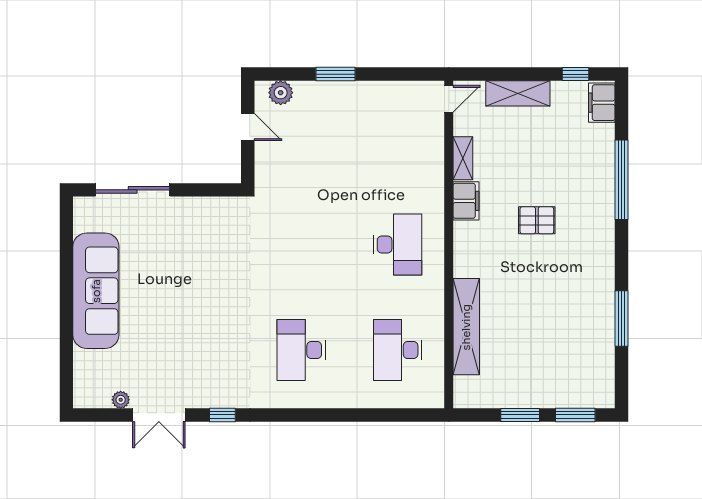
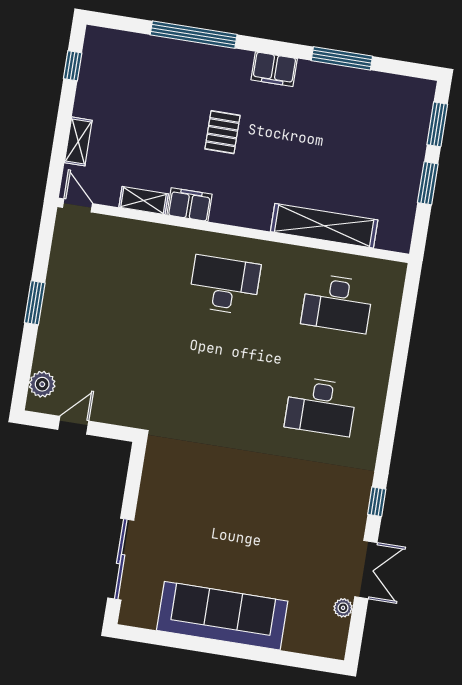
window: (336, 74) -> (35, 303), moved
shelving: (518, 93) -> (78, 141), width x0.67, depth x0.75
filing cabinet: (602, 103) -> (274, 69), moved

